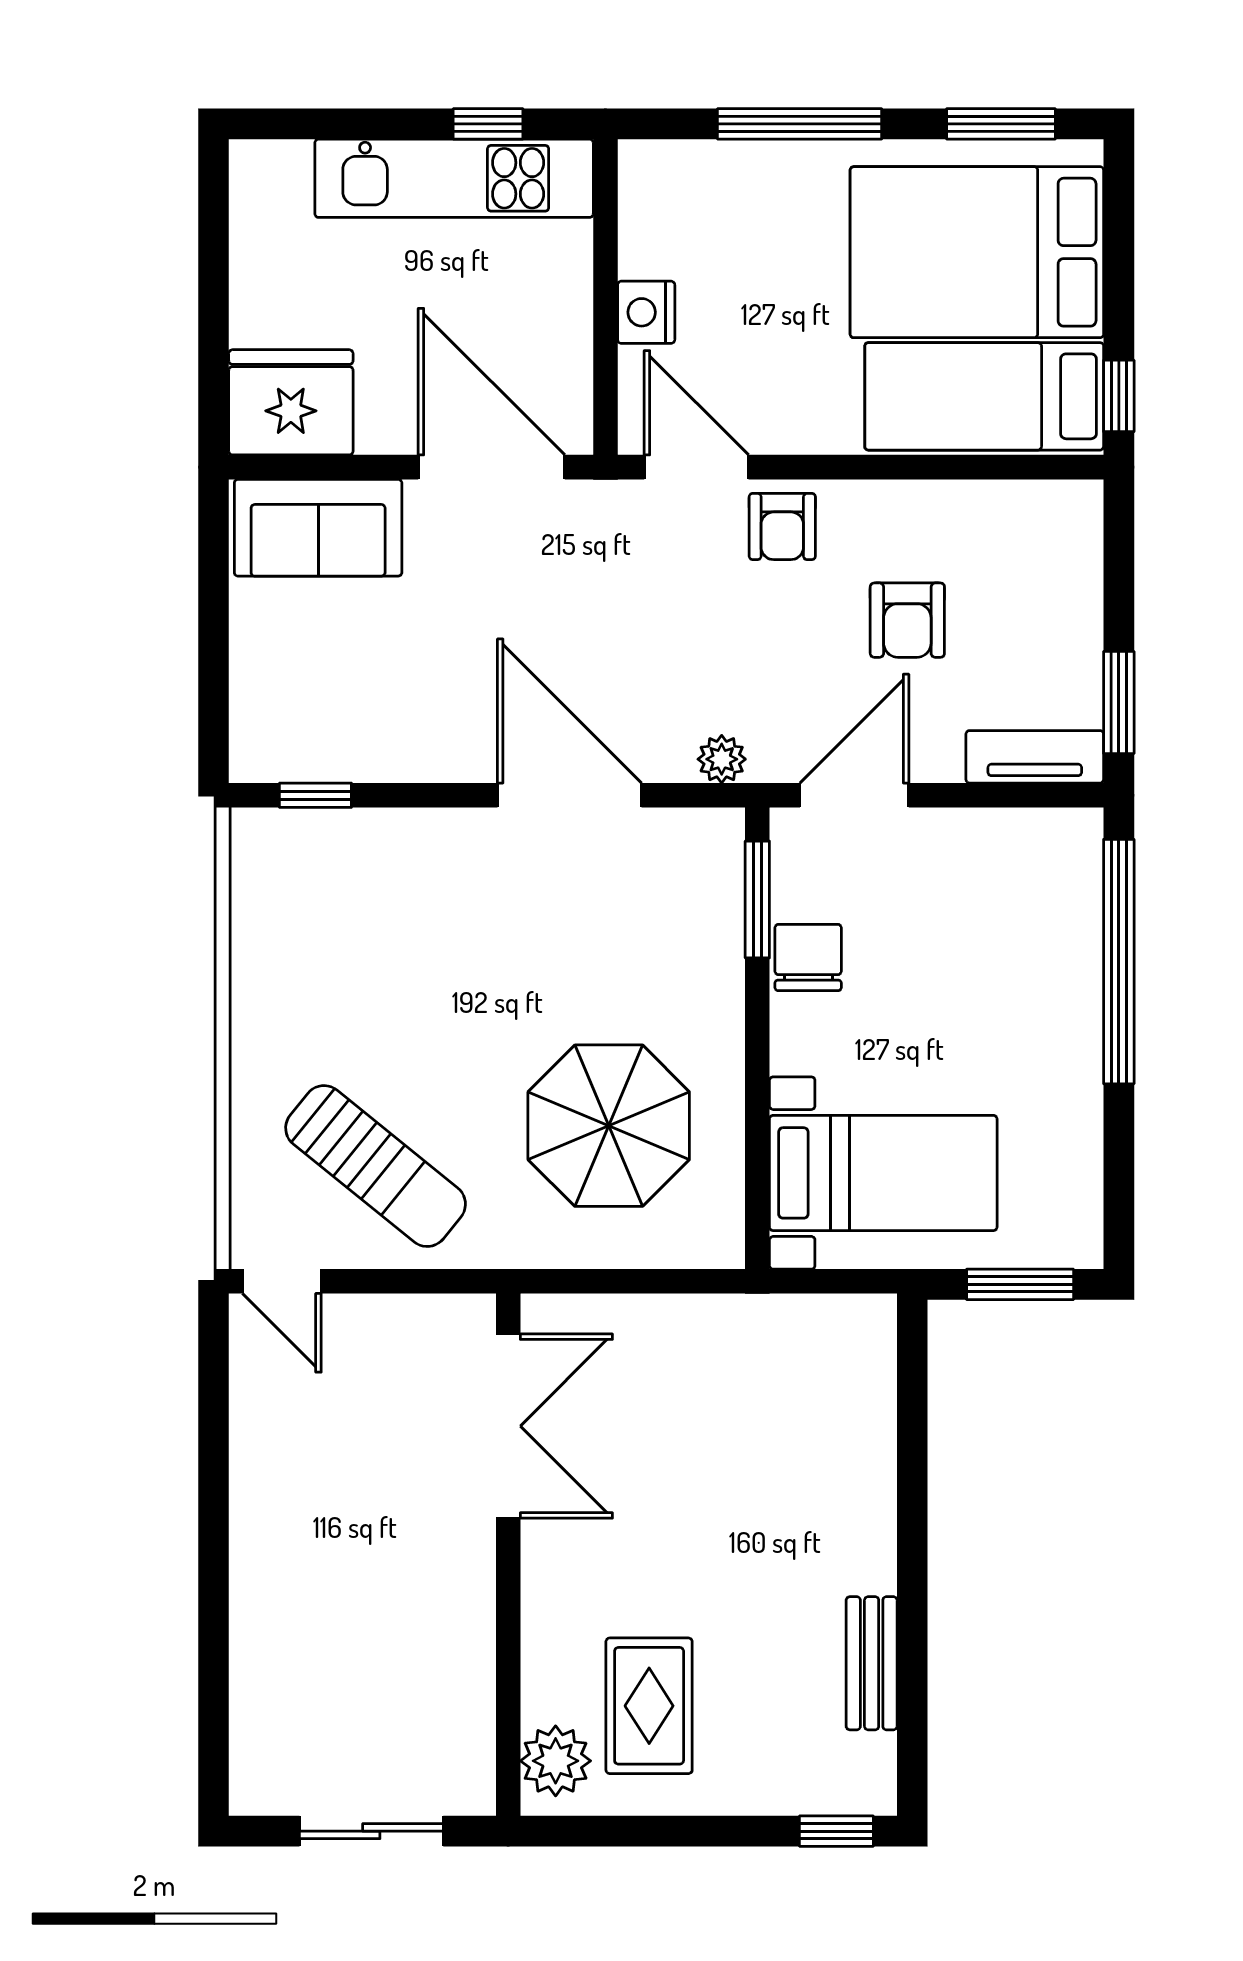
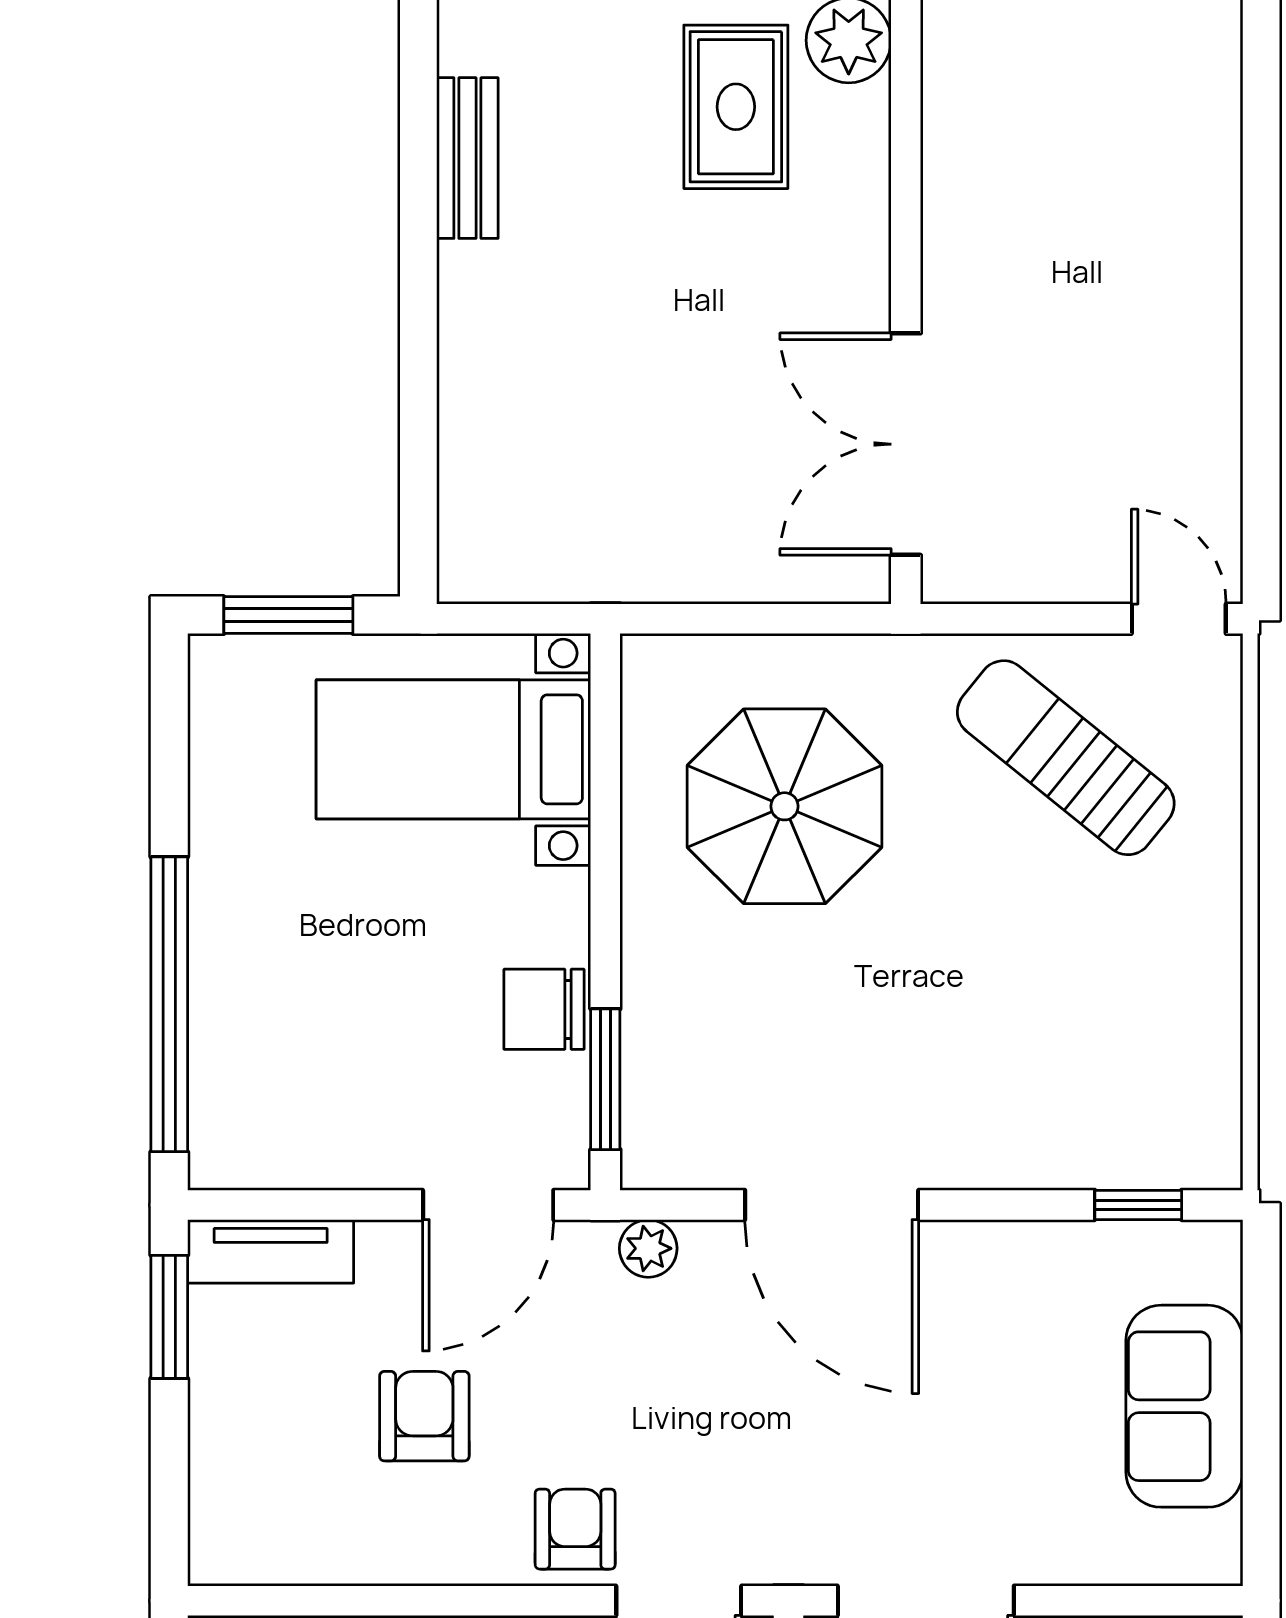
sofa: (318, 528) -> (1184, 1406), moved, turned -90
chair: (808, 957) -> (544, 1009), turned 90

